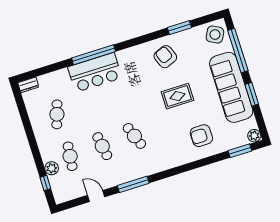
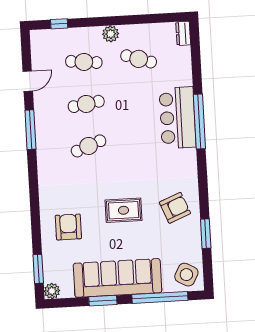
rug: (177, 96) -> (124, 210), turned 90
plant: (52, 168) -> (111, 34), moved

